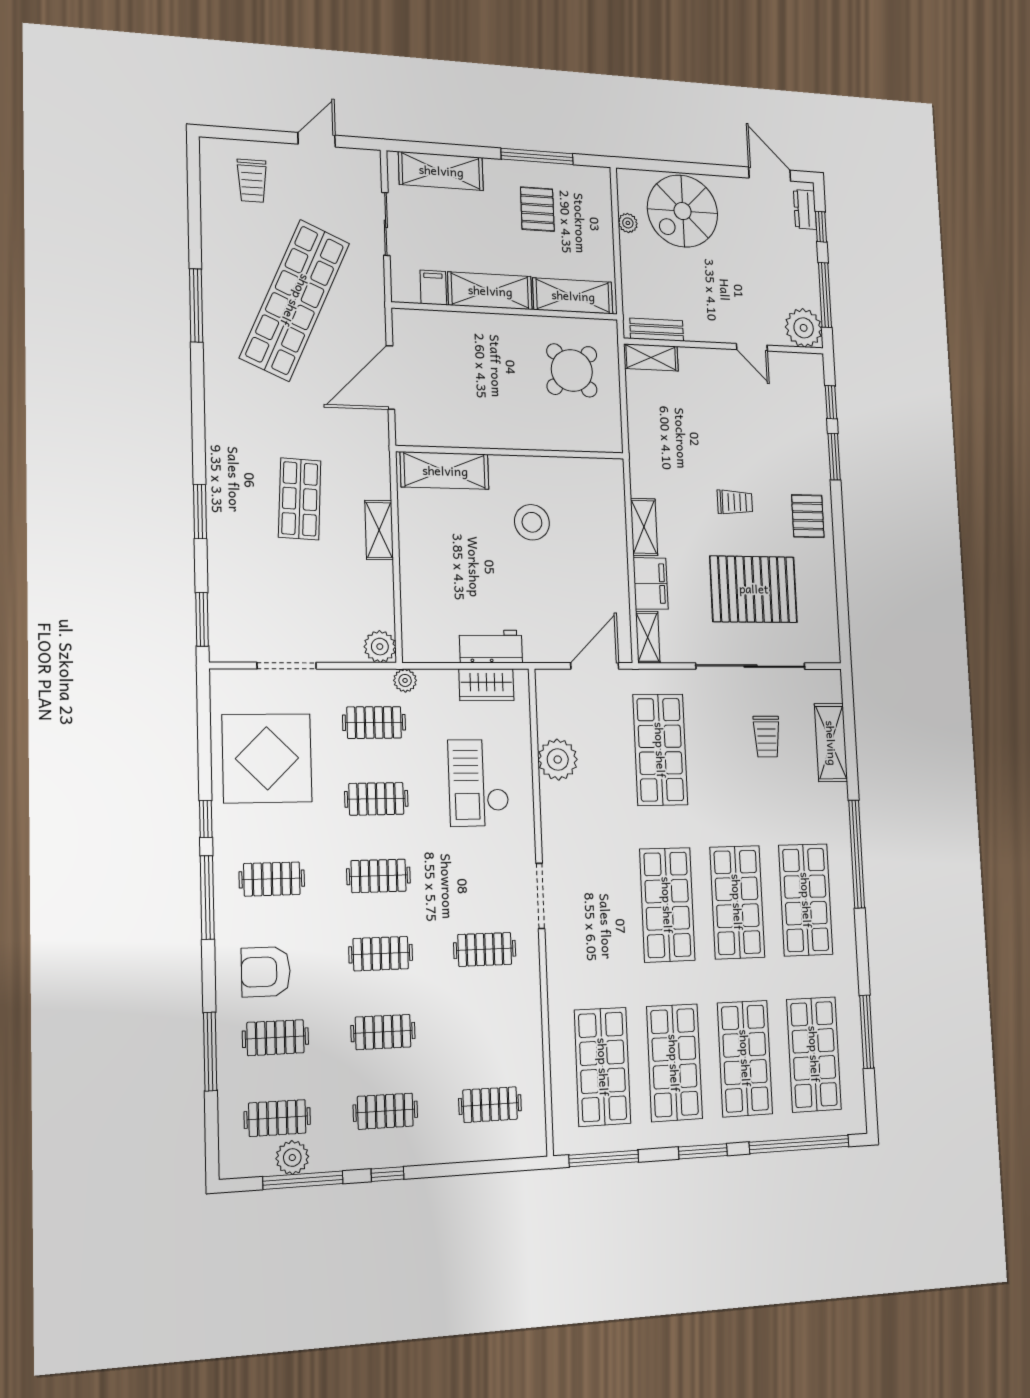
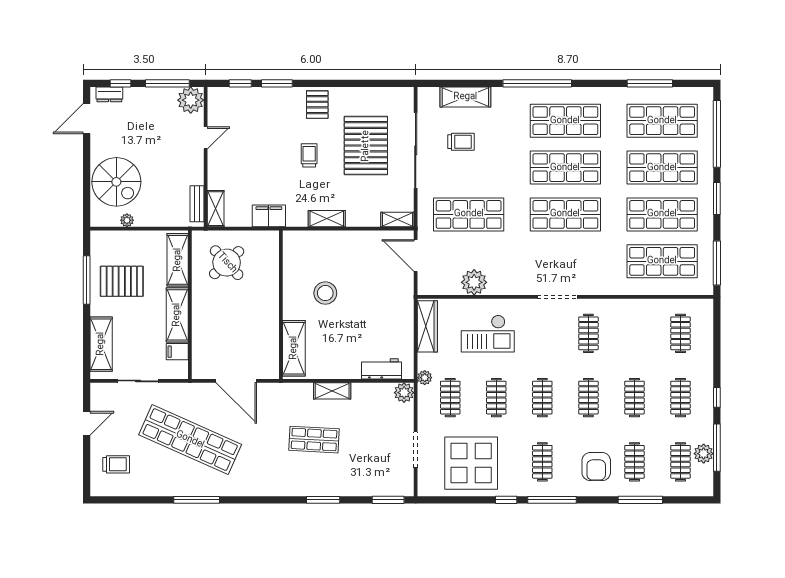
door: (317, 140) -> (87, 423), swing flipped
pallet: (537, 209) -> (122, 281), width x1.50, depth x1.42
pallet: (808, 516) -> (317, 105), turned 90
filing cabinet: (651, 583) -> (269, 216), moved
workbench: (491, 646) -> (382, 369), moved, turned 90
wardrobe: (486, 685) -> (427, 326), width x1.50

